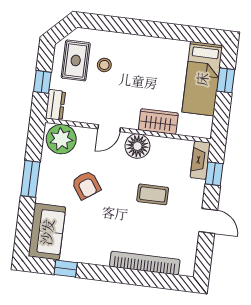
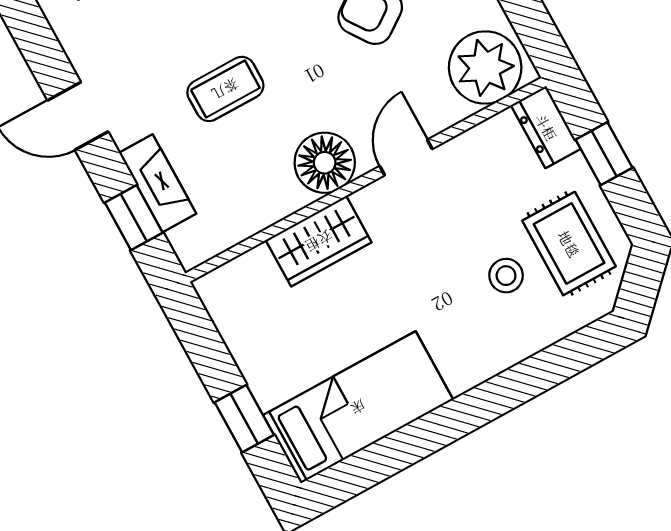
bed: (202, 79) -> (358, 407), moved, turned 90
fireplace: (200, 160) -> (158, 183), moved

